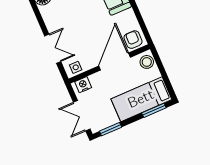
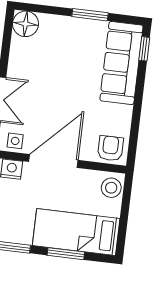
door: (115, 62) -> (53, 161), moved
window: (154, 110) -> (66, 254), moved

